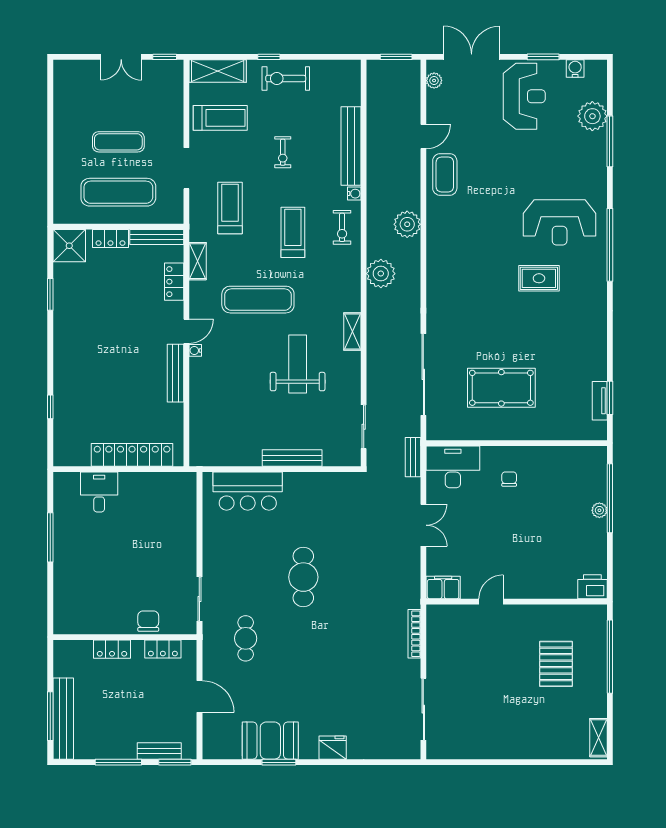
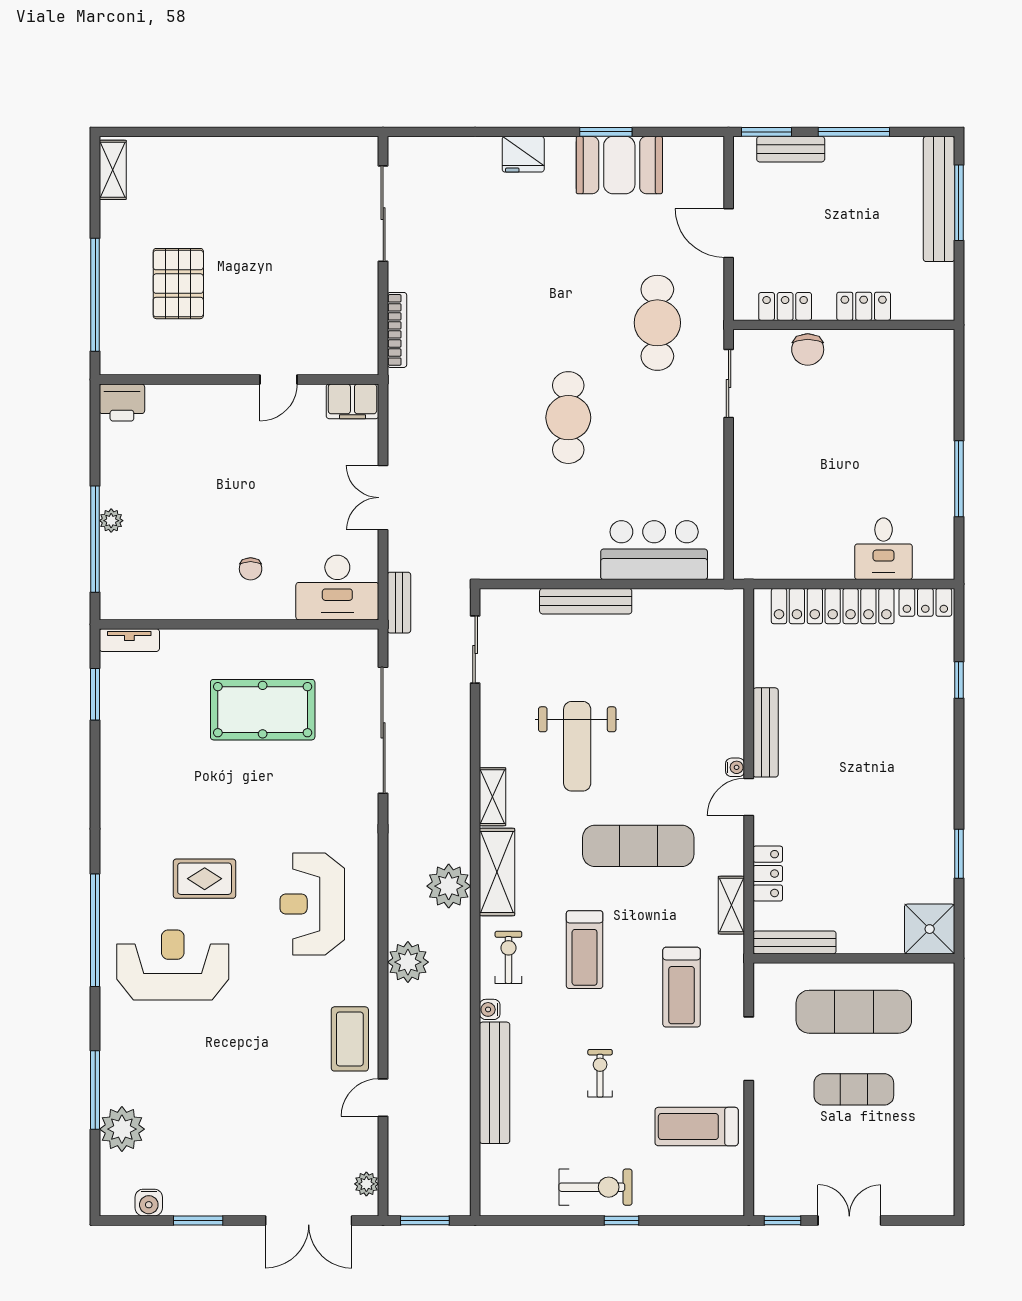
shelving: (218, 71) -> (497, 872), moved, turned 90
reception desk: (524, 96) -> (312, 904), moved
locker: (110, 239) -> (925, 602), moved, turned 180
tv unit: (600, 401) -> (129, 640), moved, turned 90
cafe table: (246, 638) -> (657, 323), width x1.37, depth x1.35

